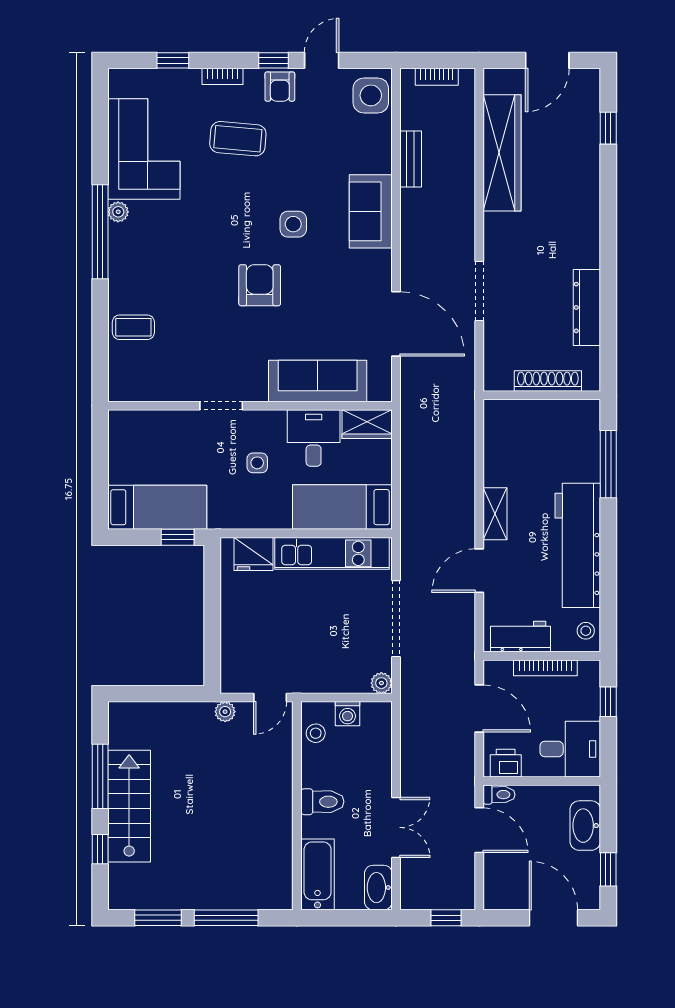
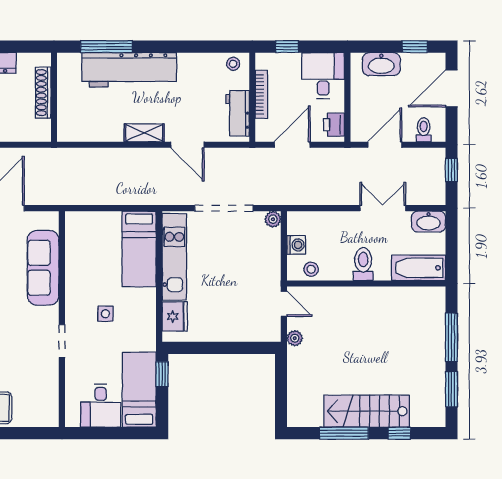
wardrobe: (367, 424) -> (76, 230), removed
desk: (314, 438) -> (101, 406), moved, turned -90
workbench: (578, 545) -> (129, 70), moved
toilet: (499, 795) -> (424, 130), moved

